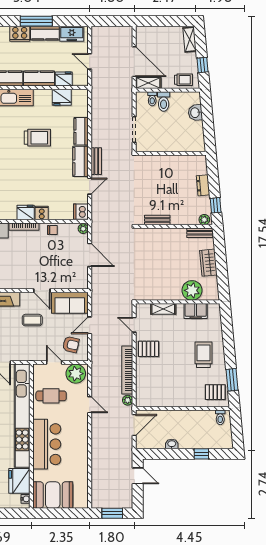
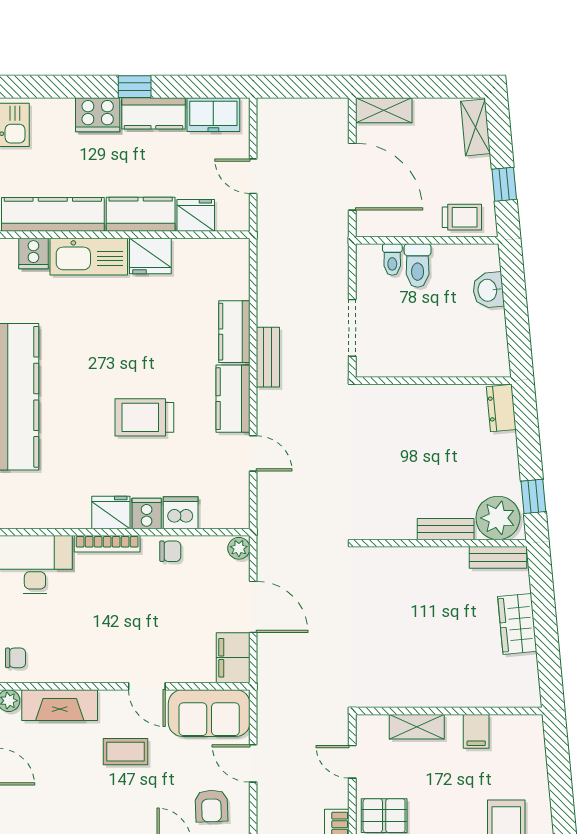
window: (36, 21) -> (135, 87), width x0.46
shelving: (148, 83) -> (384, 110), moved
fridge: (62, 97) -> (150, 256), moved
trolley: (37, 138) -> (144, 417), moved, turned 180
bench: (96, 161) -> (268, 357), moved
dresser: (203, 185) -> (501, 408), moved
door: (90, 186) -> (253, 453), hinge flipped
dishwasher: (81, 212) -> (181, 513), moved, turned 90
bench: (157, 220) -> (446, 529), moved
plant: (204, 220) -> (498, 518), width x1.87, depth x1.87
filing cabinet: (81, 278) -> (233, 658), added
plant: (192, 290) -> (481, 686), removed
filing cabinet: (196, 311) -> (476, 731), width x0.50
door: (90, 325) -> (253, 763), hinge flipped
armchair: (71, 344) -> (211, 806), turned 75

